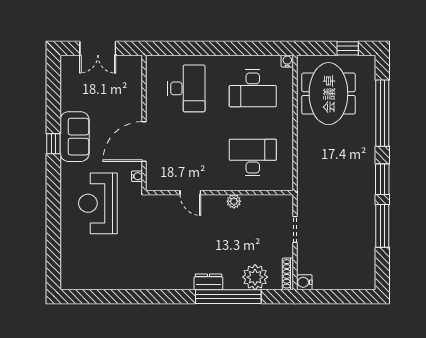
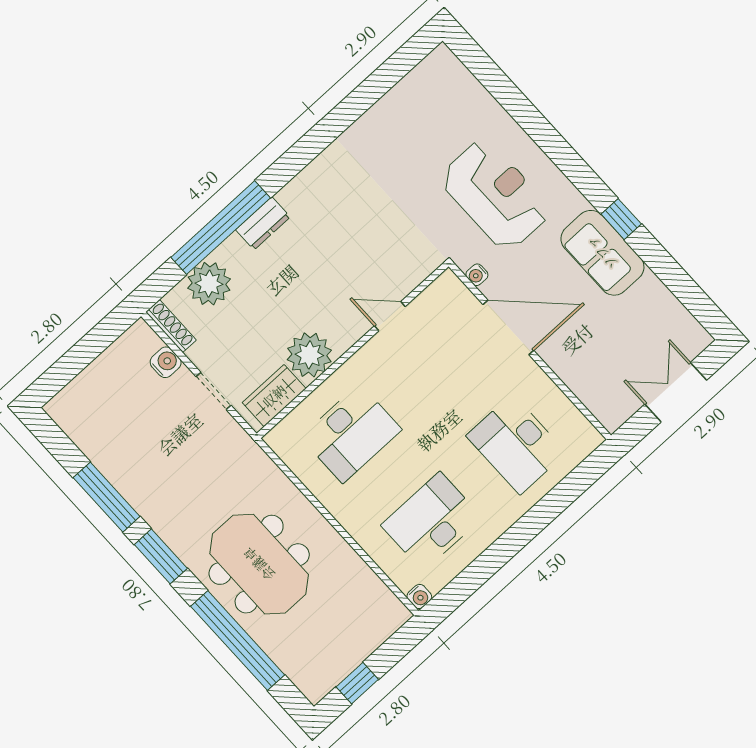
meeting table: (328, 94) -> (259, 564), moved
door: (144, 141) -> (508, 327), hinge flipped
plant: (234, 201) -> (309, 355), width x1.87, depth x1.87
wardrobe: (271, 204) -> (274, 396), added
water cooler: (304, 282) -> (166, 362), moved

